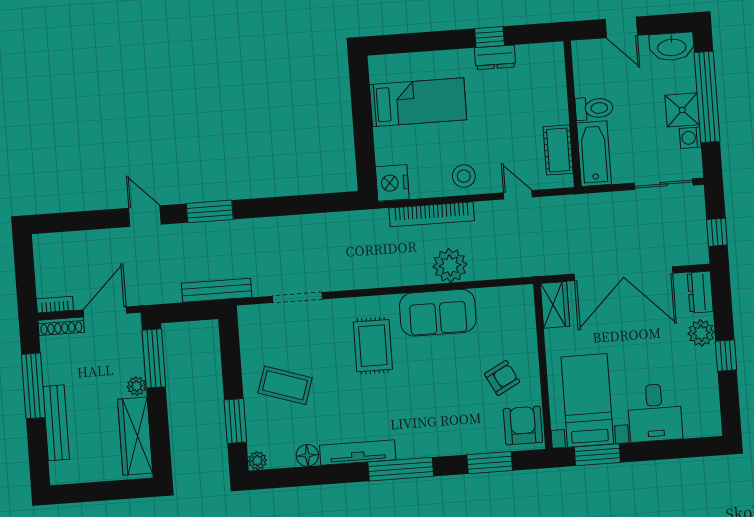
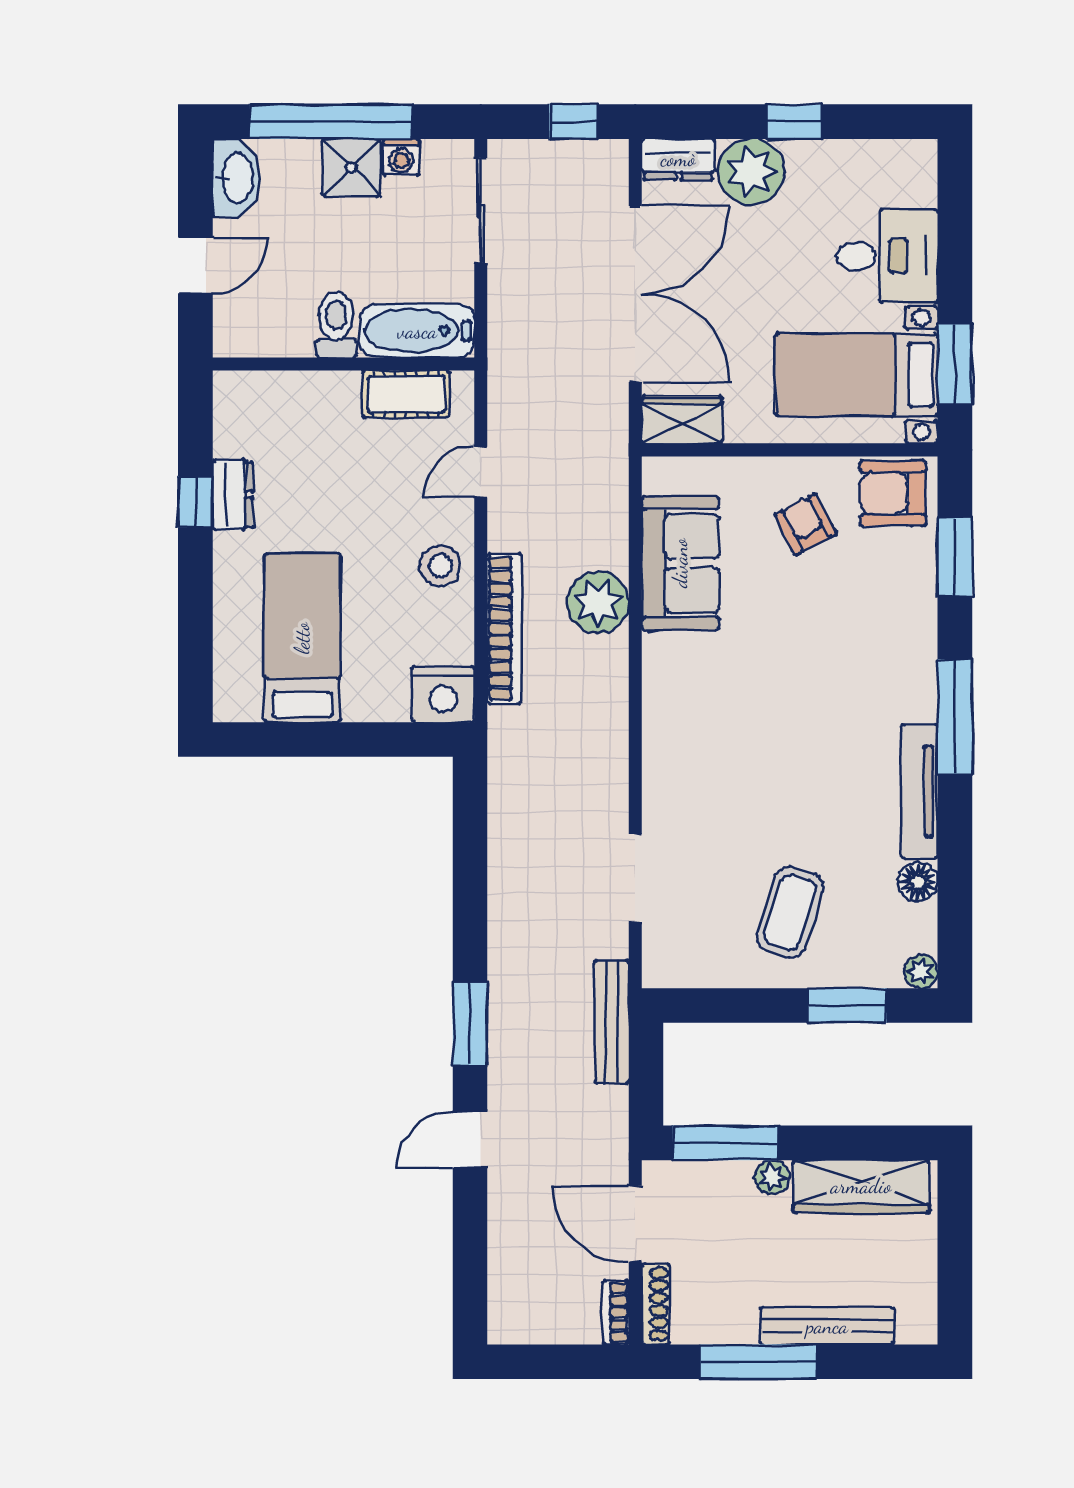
sofa: (438, 313) -> (680, 563), moved
plant: (701, 333) -> (751, 172), width x1.36, depth x1.36
rug: (373, 346) -> (731, 750), removed

